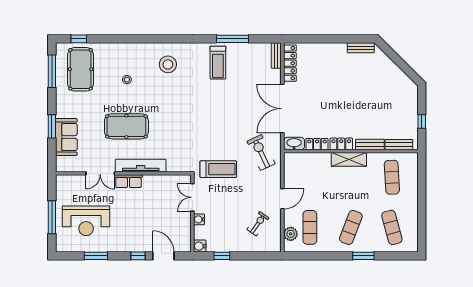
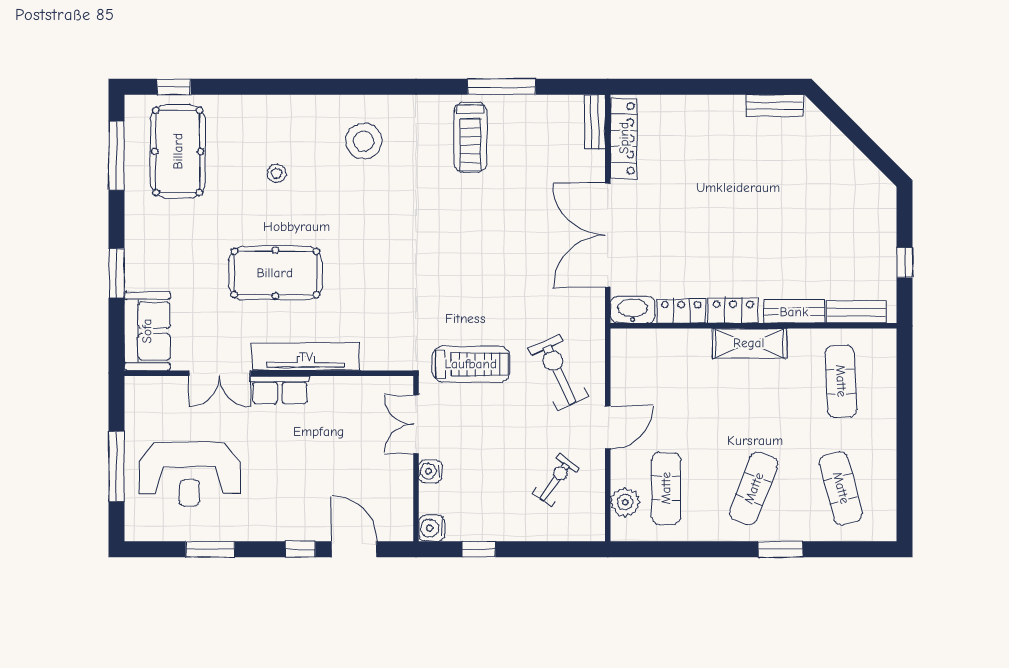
sofa: (66, 137) -> (147, 331), moved
exercise bike: (261, 152) -> (558, 372), moved

